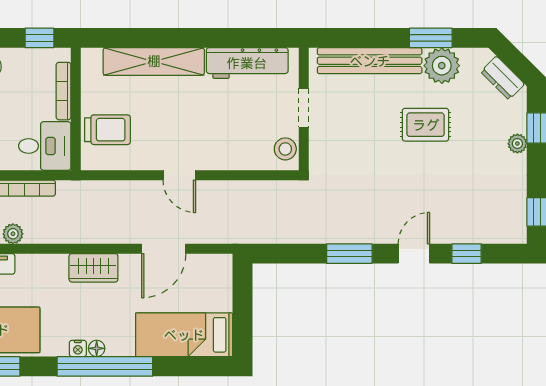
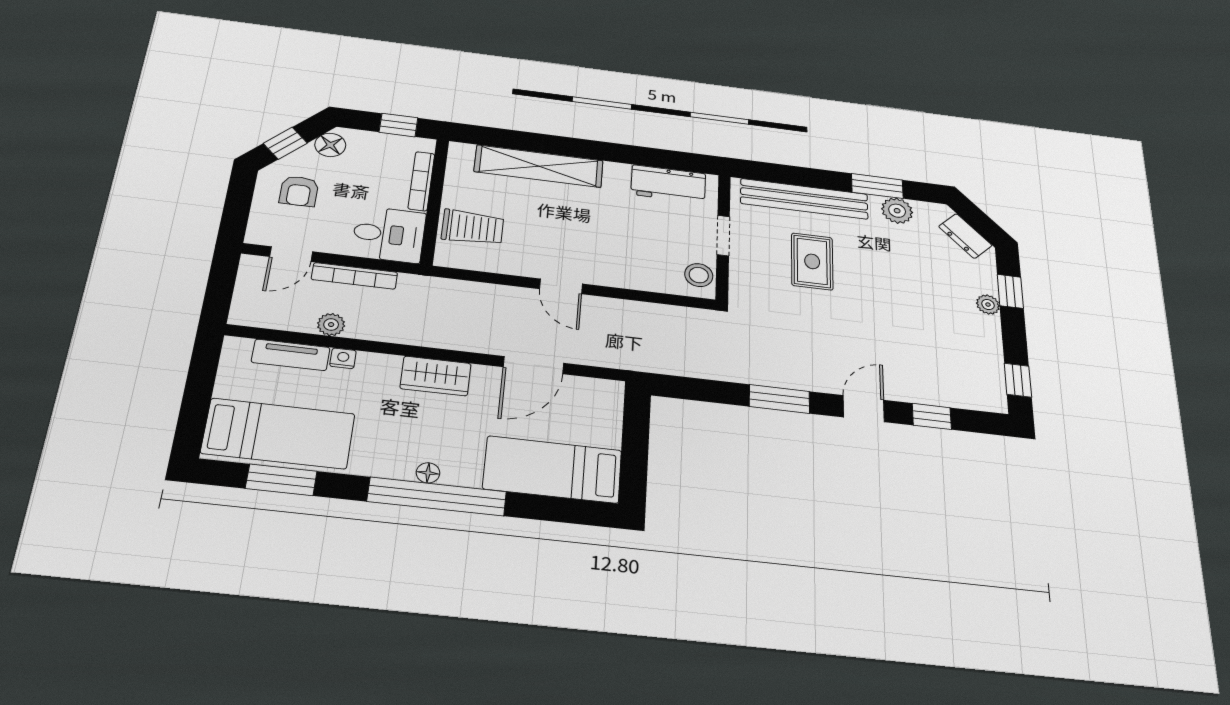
workbench: (247, 63) -> (668, 184), width x0.73
plant: (442, 66) -> (897, 211), width x0.73, depth x0.73
rug: (426, 125) -> (812, 261), moved, turned 90
nightstand: (78, 348) -> (343, 358), moved, turned 180

